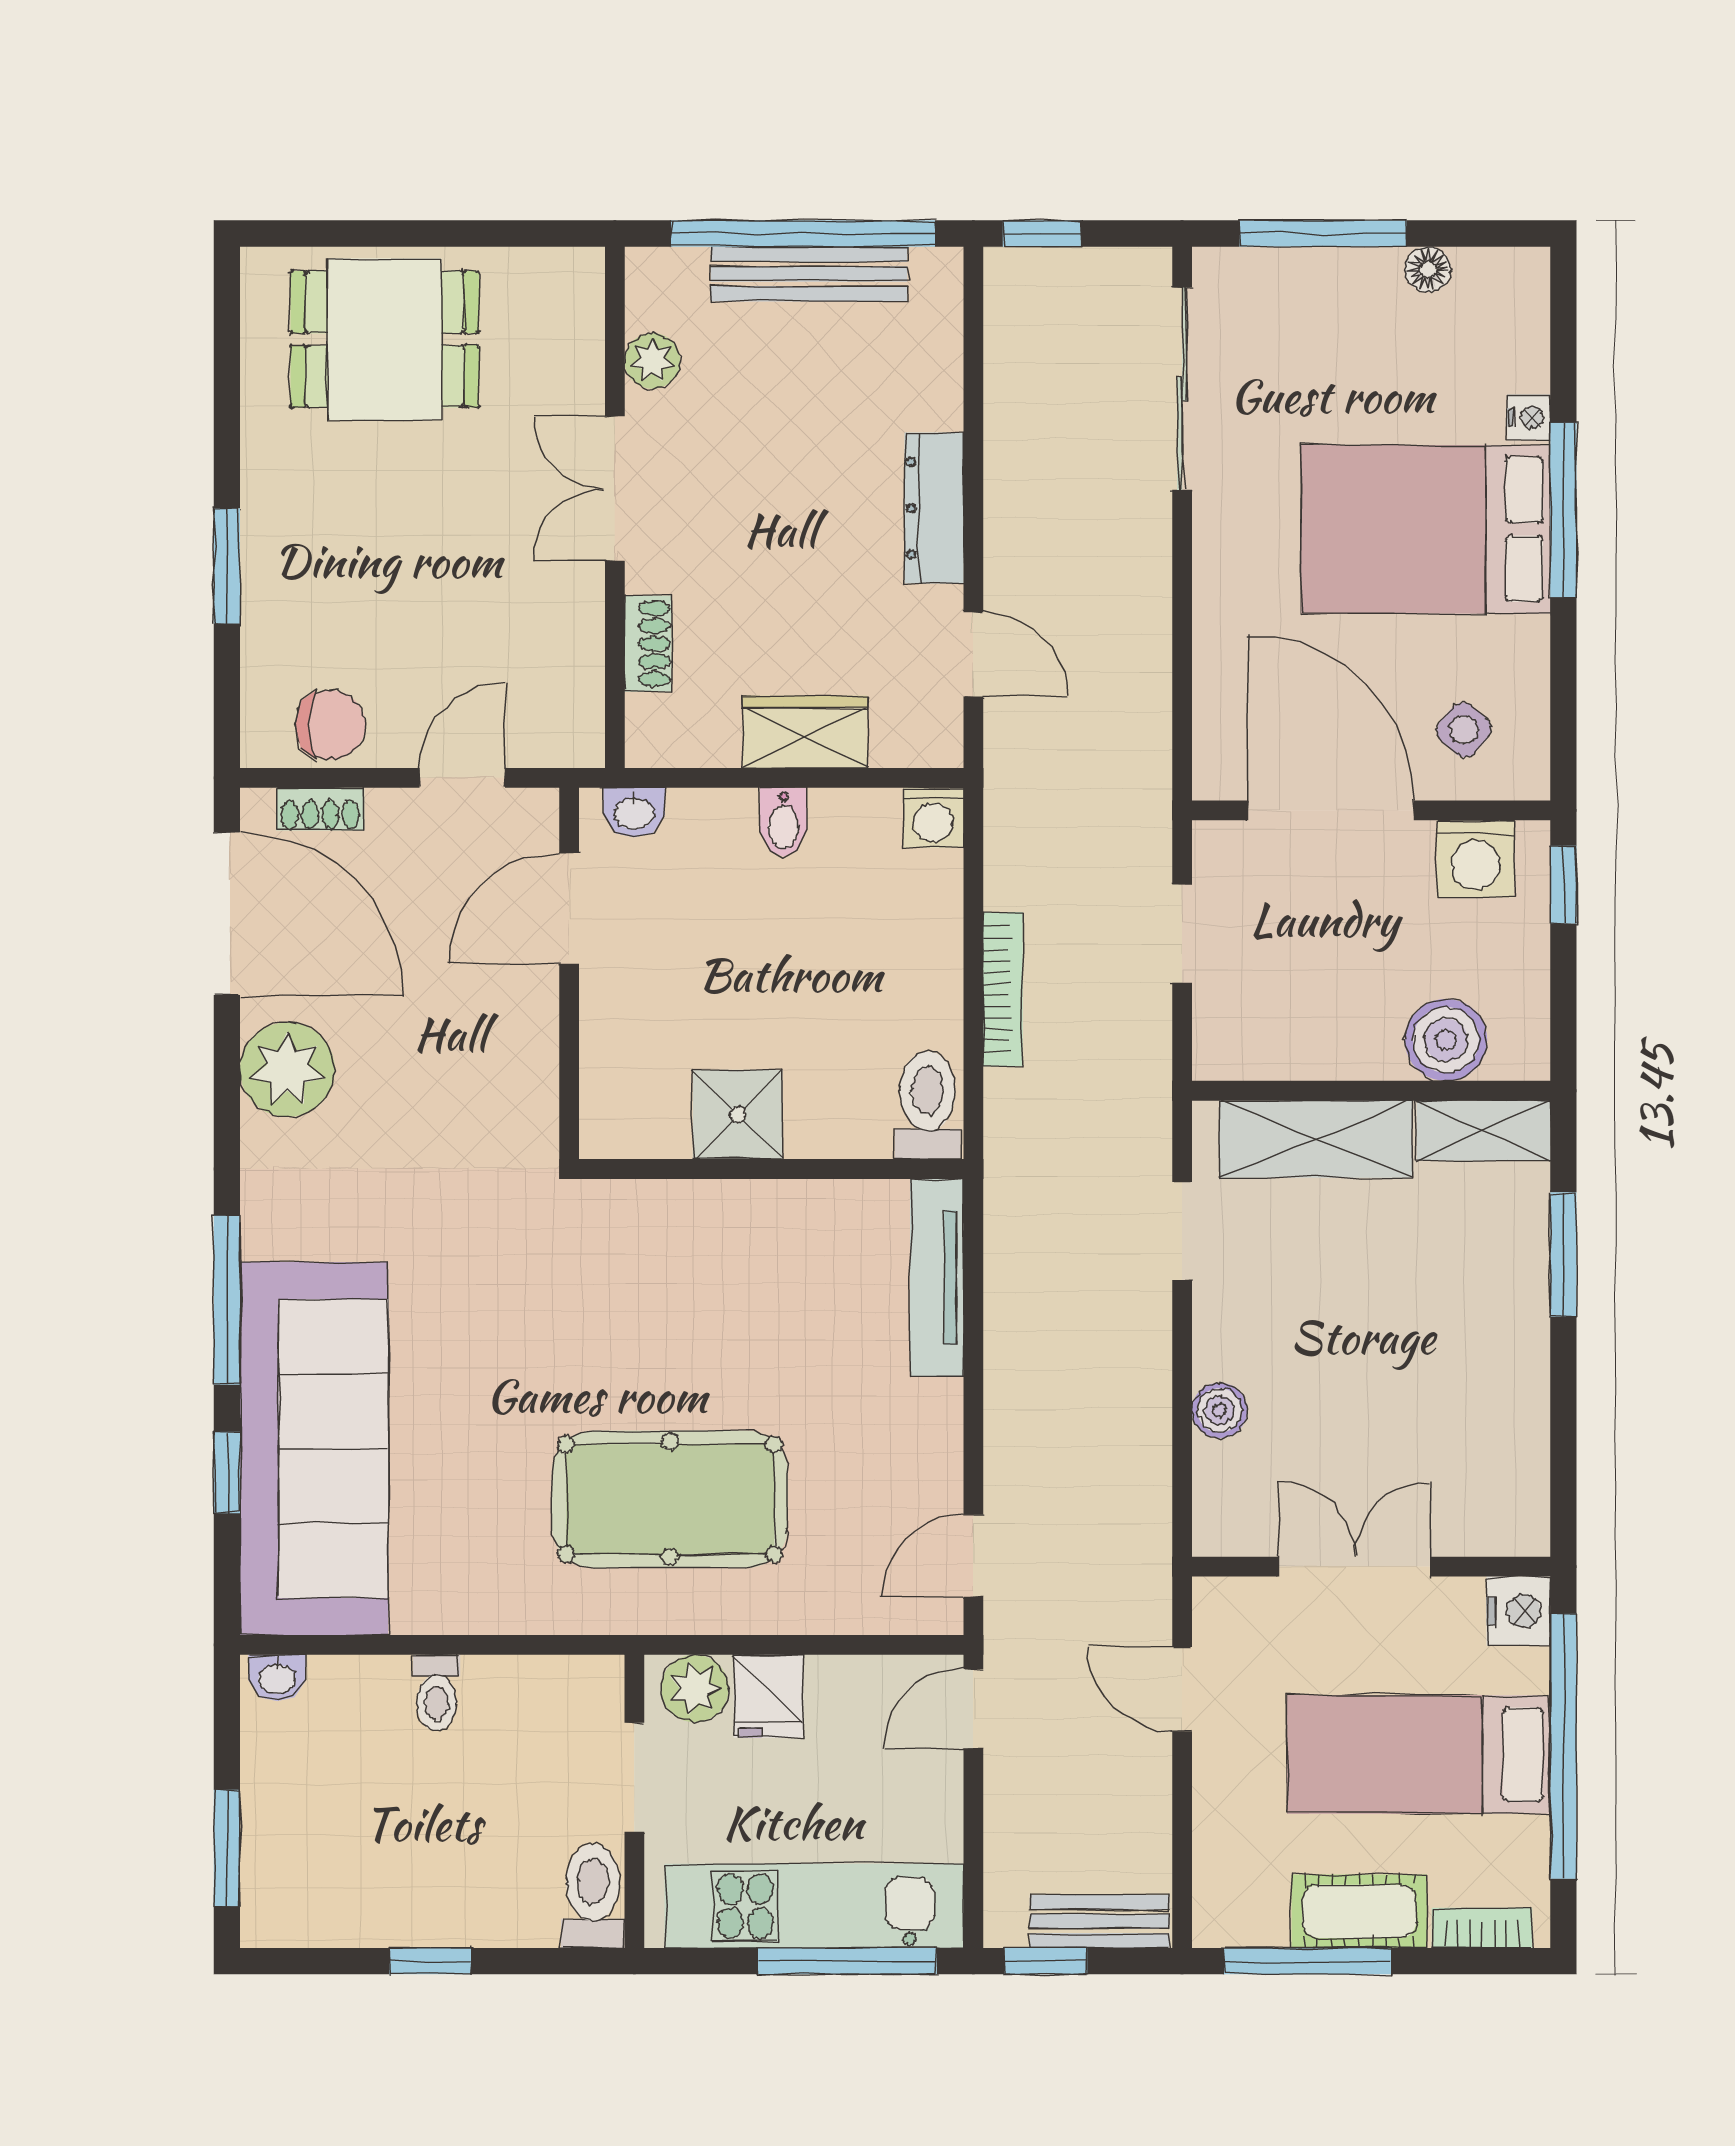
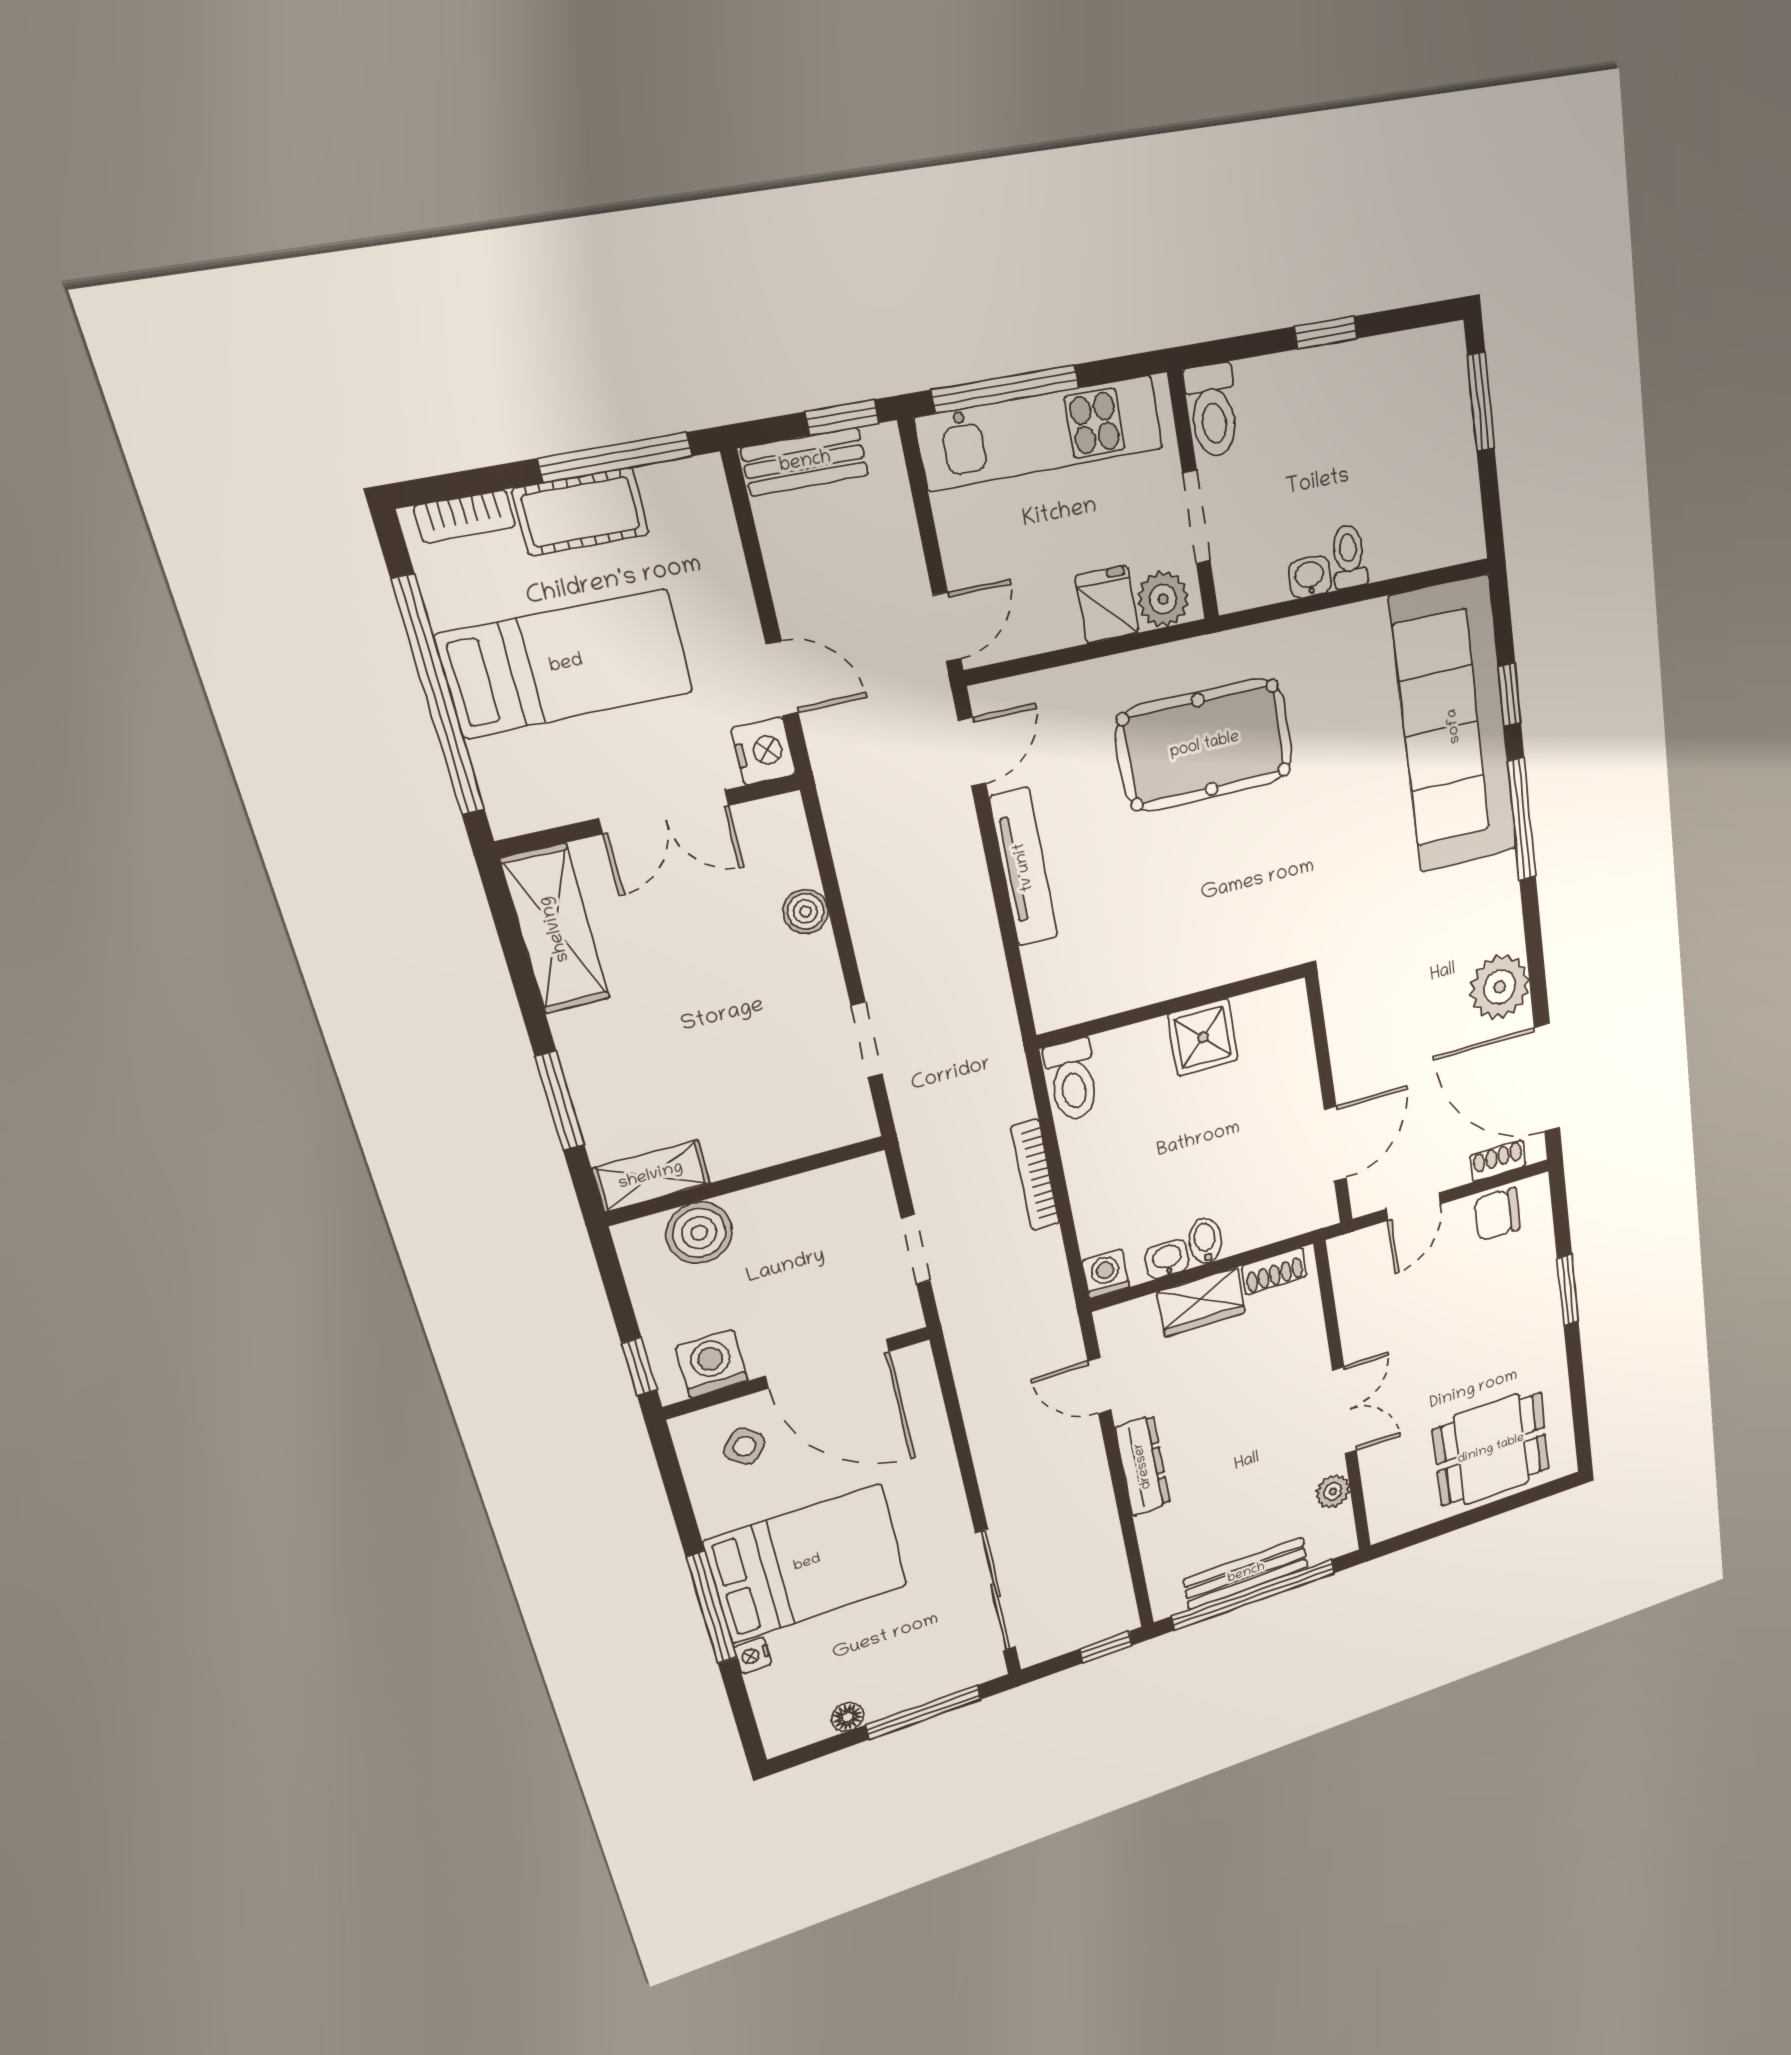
shoe rack: (648, 644) -> (1274, 1271), moved, turned -90
washbasin: (634, 812) -> (1167, 1259), moved
shelving: (1315, 1139) -> (555, 929), moved, turned 90
tv unit: (937, 1277) -> (1024, 867), moved
nightstand: (1519, 1611) -> (763, 751), moved, turned 180
washbasin: (277, 1678) -> (1310, 577), moved

